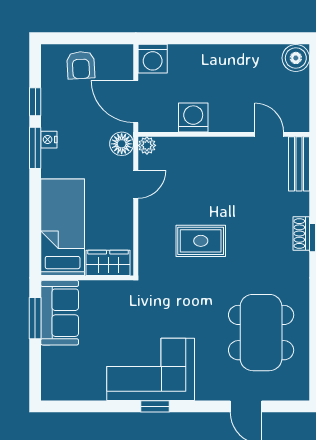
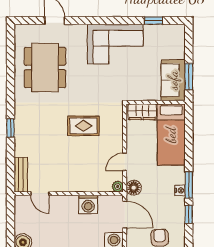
shoe rack: (301, 234) -> (19, 131), removed
window: (155, 406) -> (154, 21), moved

